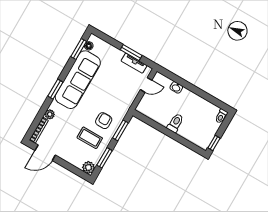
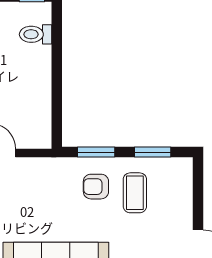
toilet: (175, 123) -> (36, 34), moved
plant: (88, 167) -> (182, 168), removed

